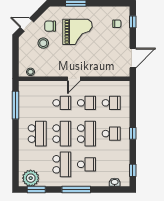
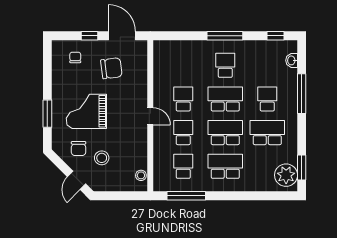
window: (133, 22) -> (90, 36), moved
grand piano: (77, 32) -> (86, 111), turned -90
chair: (109, 50) -> (111, 68), added
school desk: (111, 103) -> (183, 166), moved
window: (133, 133) -> (225, 36), width x2.17
window: (76, 190) -> (302, 94), moved

